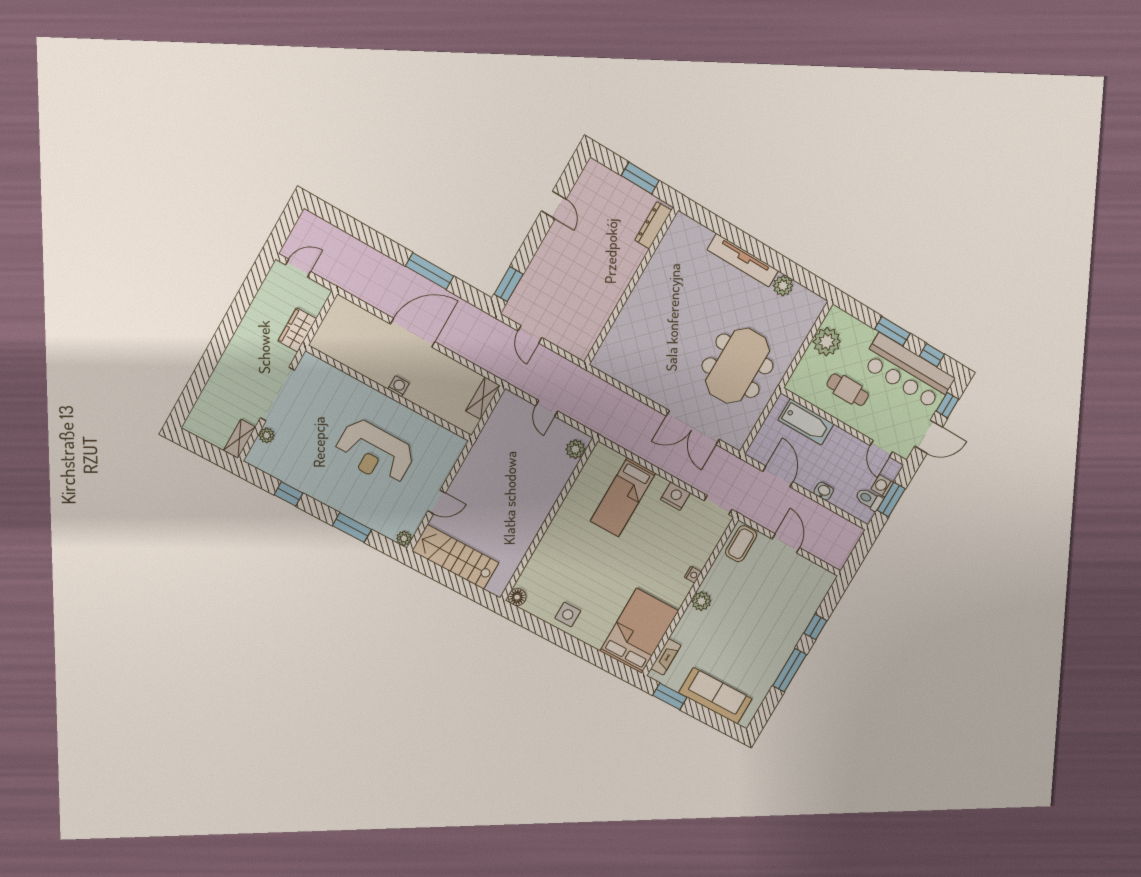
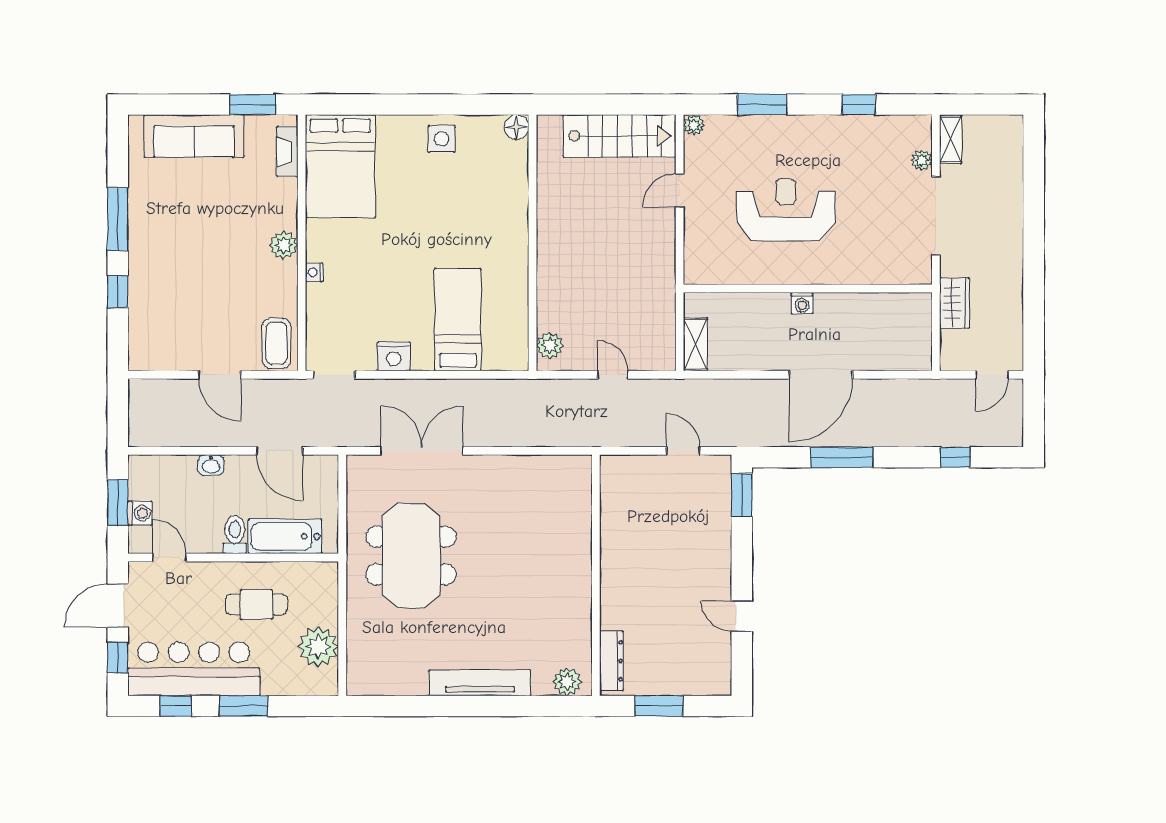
window: (354, 228) -> (955, 457), added
plant: (783, 286) -> (567, 682), moved
toilet: (869, 499) -> (235, 535), moved, turned -90

